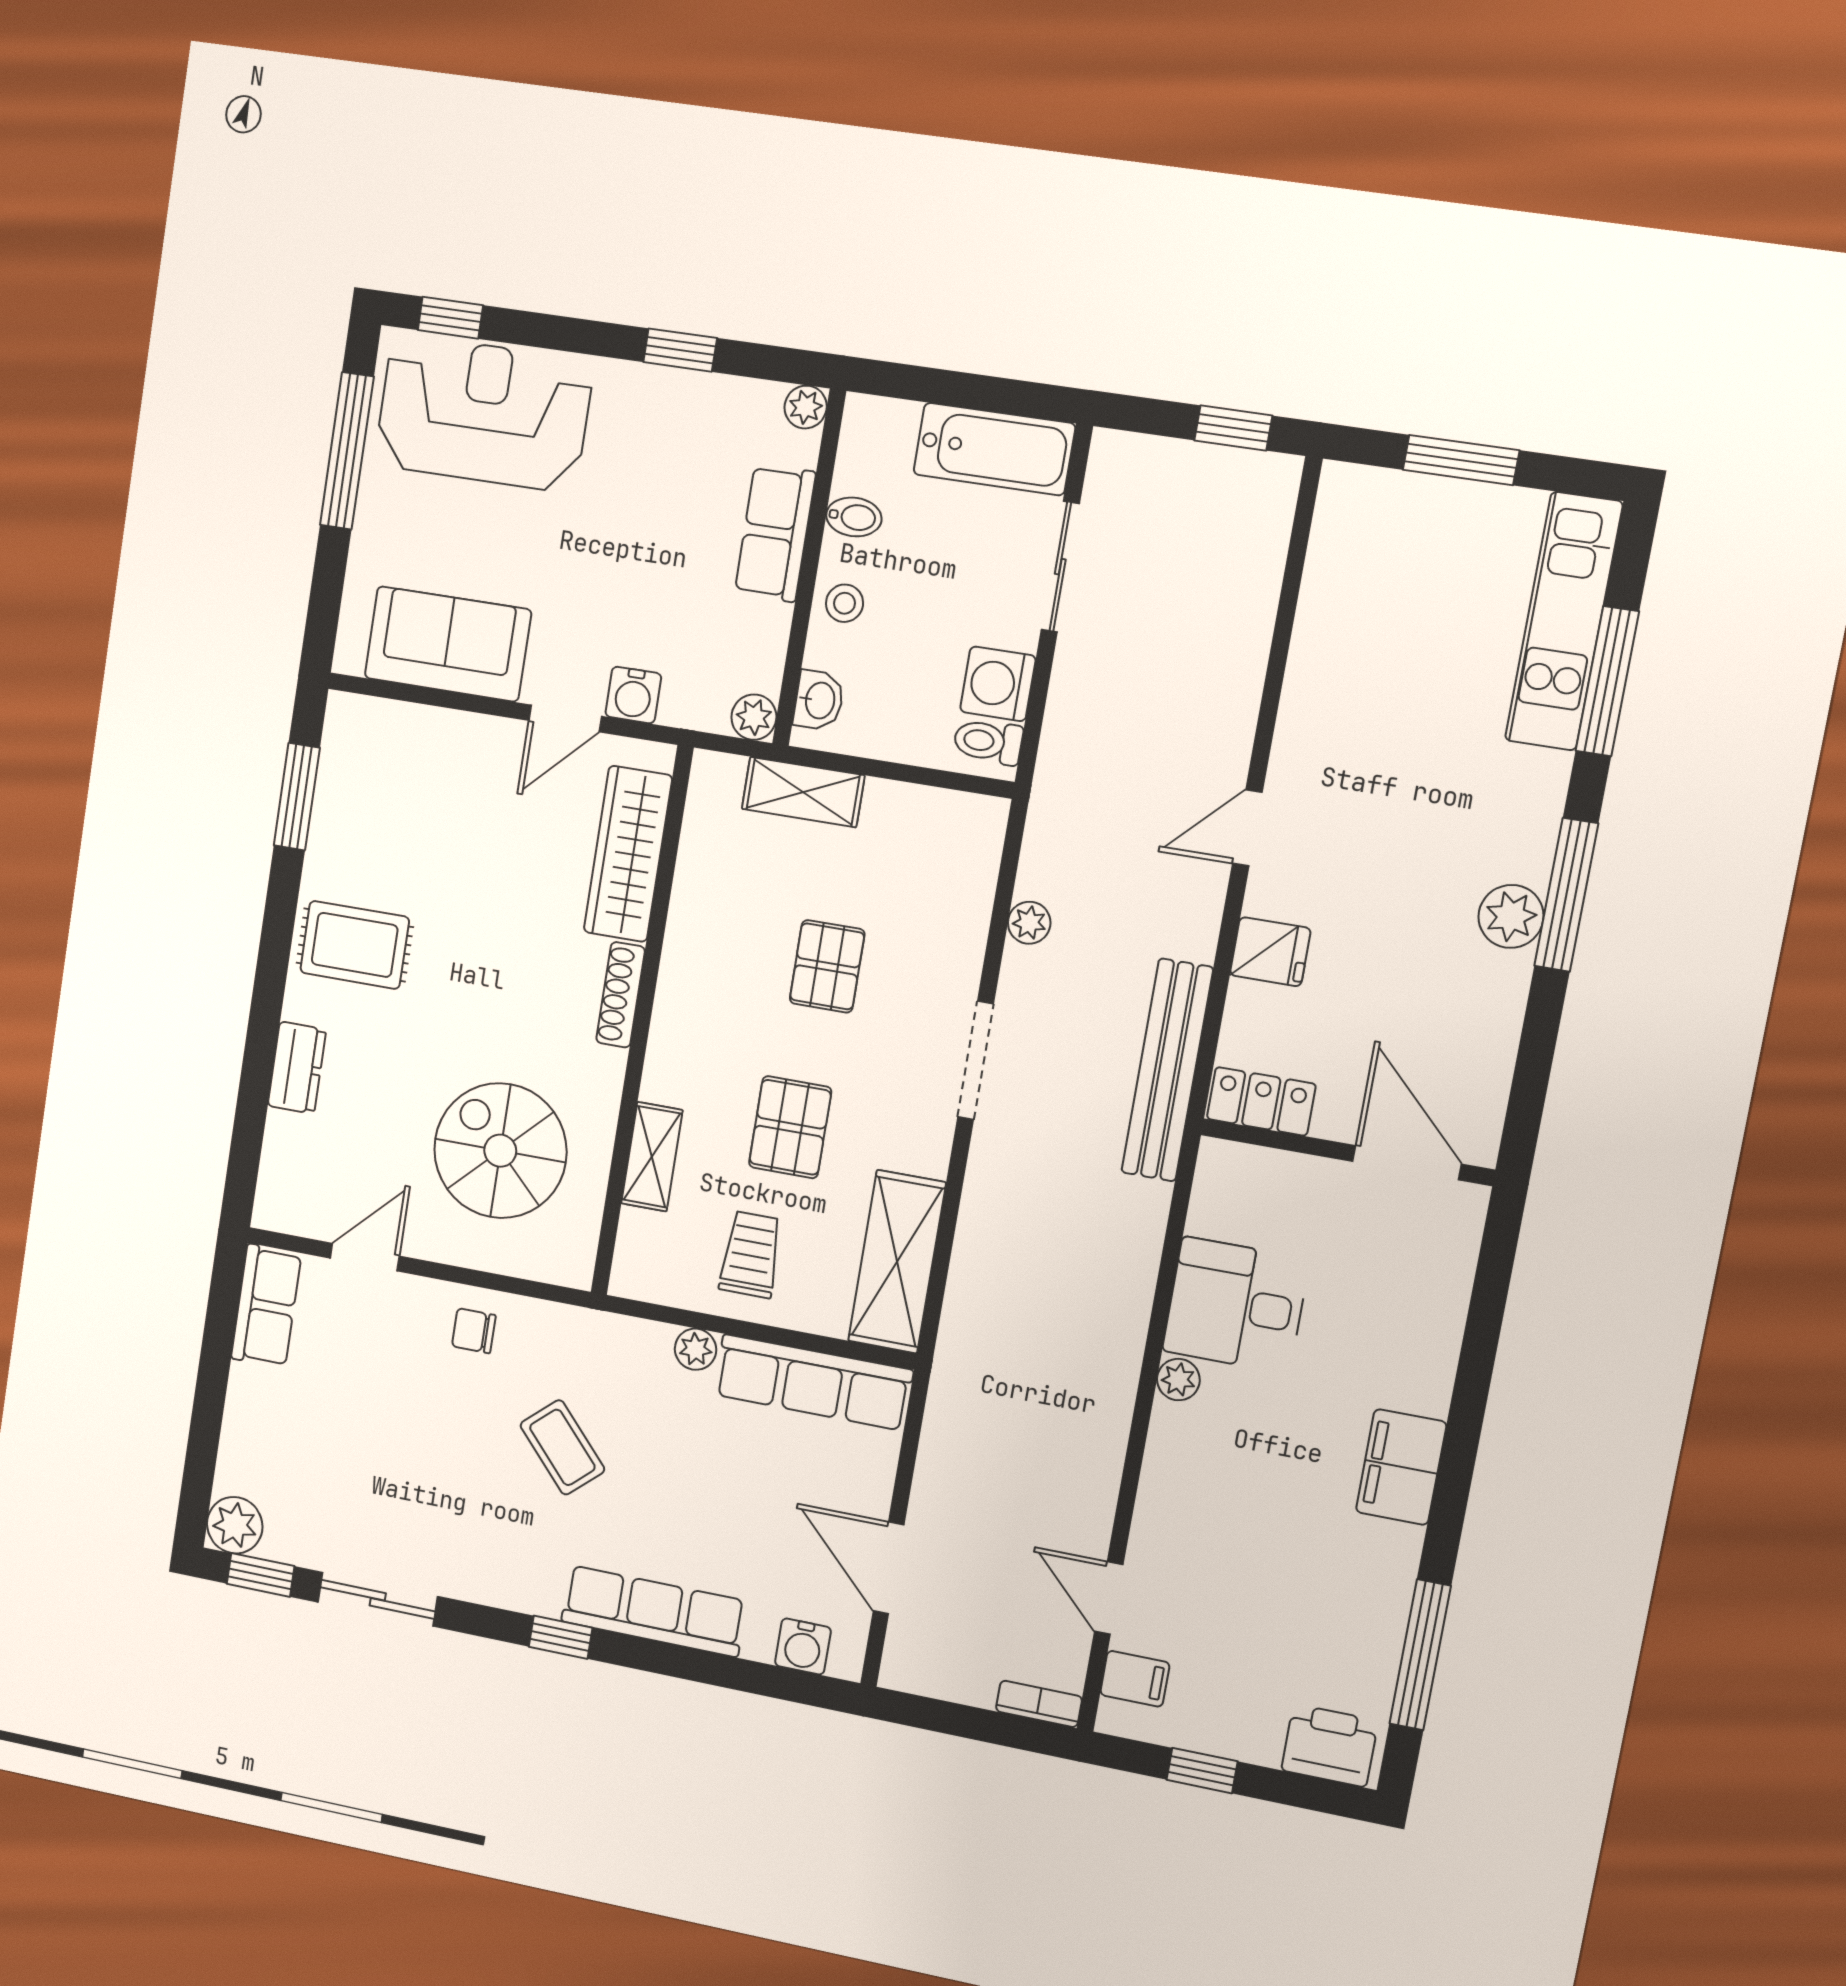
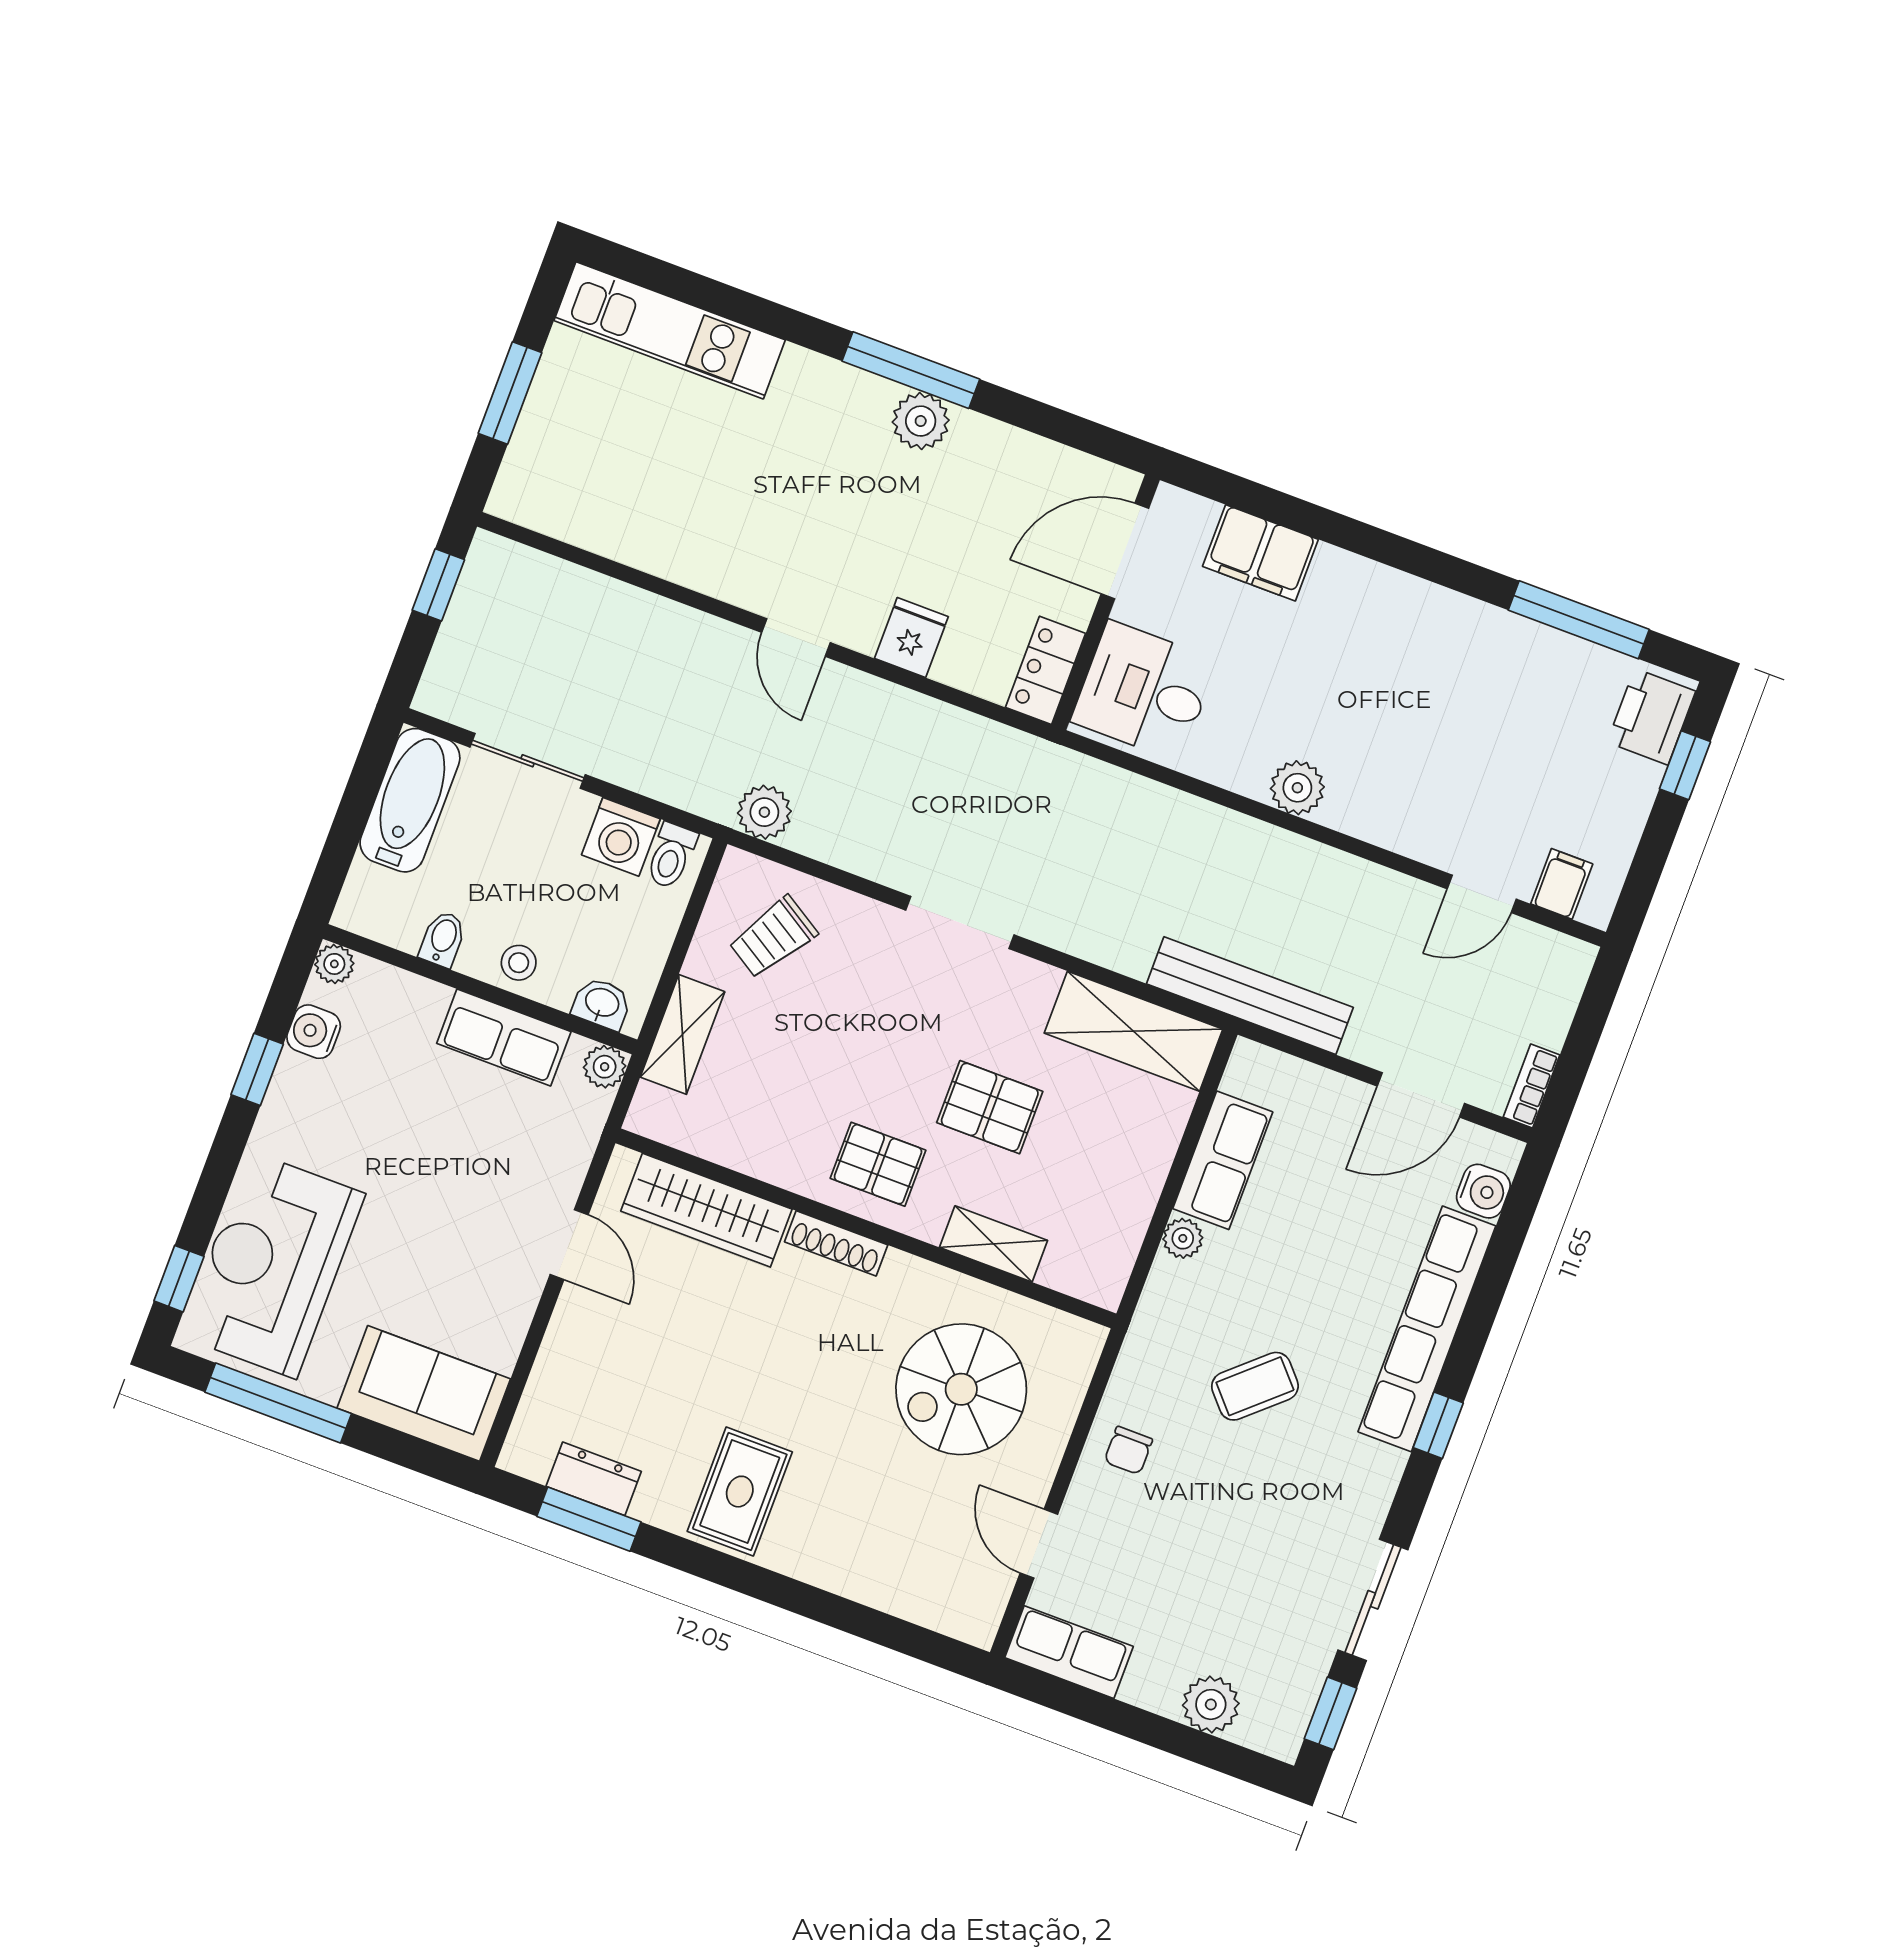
row of seats: (775, 533) -> (504, 1037), moved
sofa: (448, 644) -> (424, 1393), moved, turned 90
window: (1607, 681) -> (730, 302), removed
water cooler: (633, 695) -> (314, 1032), moved, turned 180
plant: (1029, 923) -> (764, 812), moved, width x1.38, depth x1.38
pallet: (827, 966) -> (878, 1164), moved
dresser: (297, 1068) -> (594, 1479), moved
bench: (1167, 1070) -> (1250, 996), moved
trolley: (751, 1255) -> (773, 937), moved, turned -58
desk: (1236, 1305) -> (1144, 691), moved, turned 90
plant: (1178, 1380) -> (1297, 788), width x1.38, depth x1.38
row of seats: (813, 1382) -> (1223, 1160), width x0.68
filing cabinet: (1401, 1467) -> (1260, 553), moved
plant: (235, 1525) -> (1211, 1704), moved
row of seats: (654, 1611) -> (1427, 1329), width x1.36
bookcase: (1039, 1704) -> (1532, 1086), moved
window: (1202, 1771) -> (1685, 765), moved

